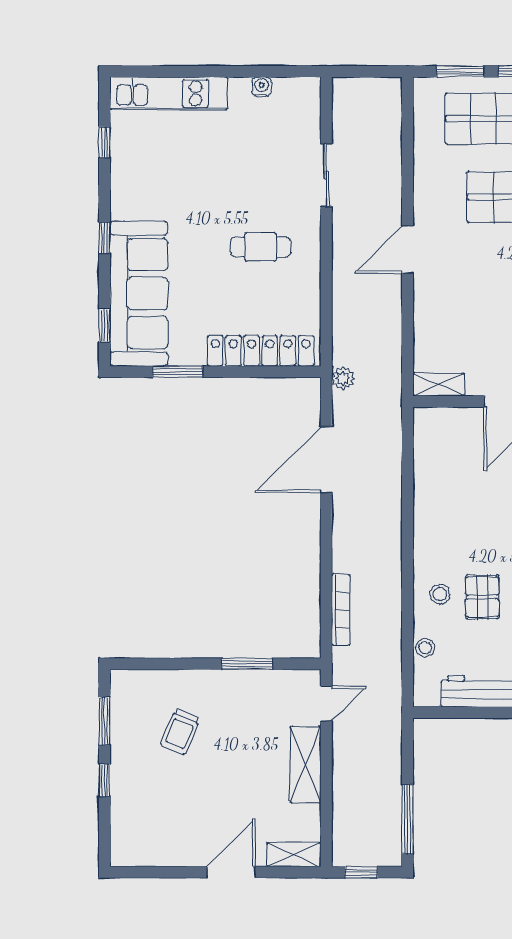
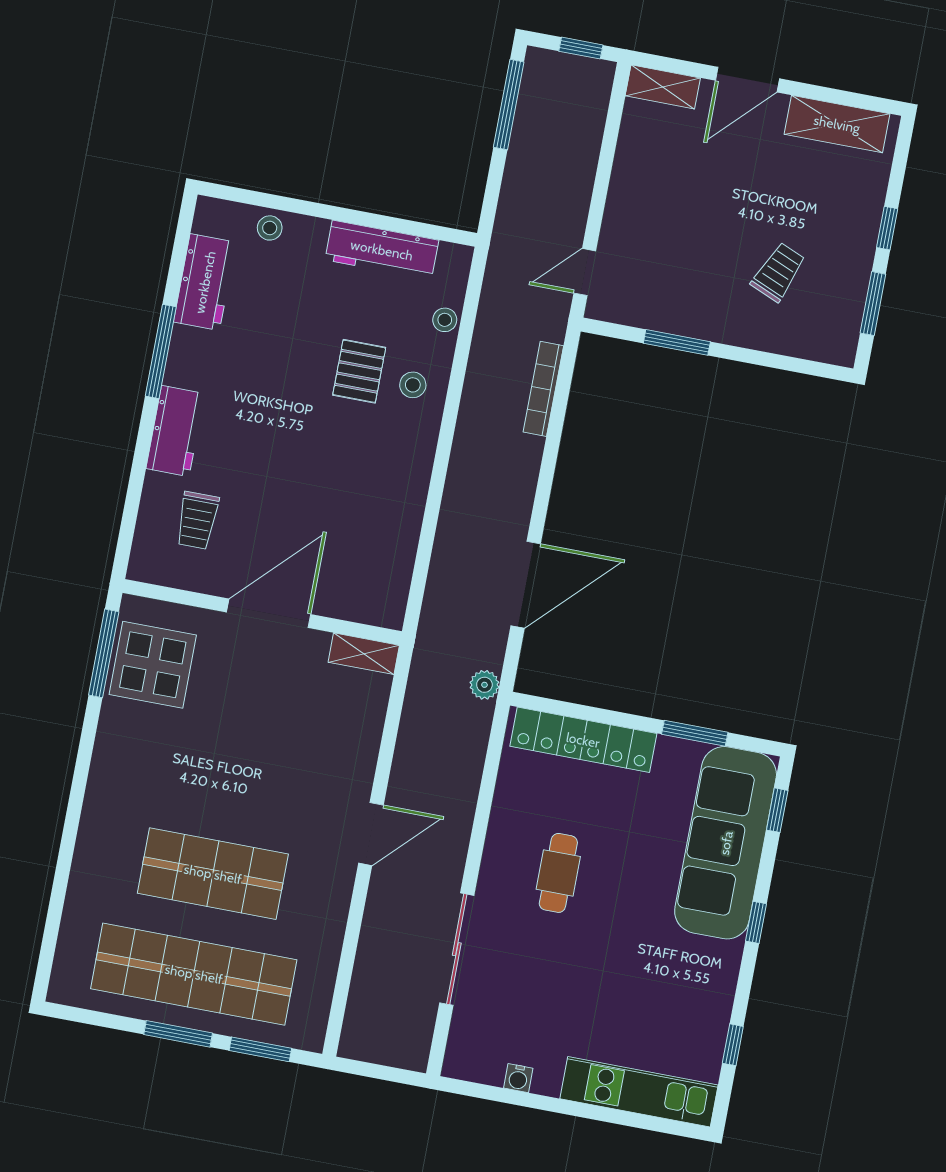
sliding door: (326, 175) -> (457, 949), width x1.37
cafe table: (261, 247) -> (558, 873), turned 90
shelving: (306, 764) -> (837, 124), moved, turned 90

